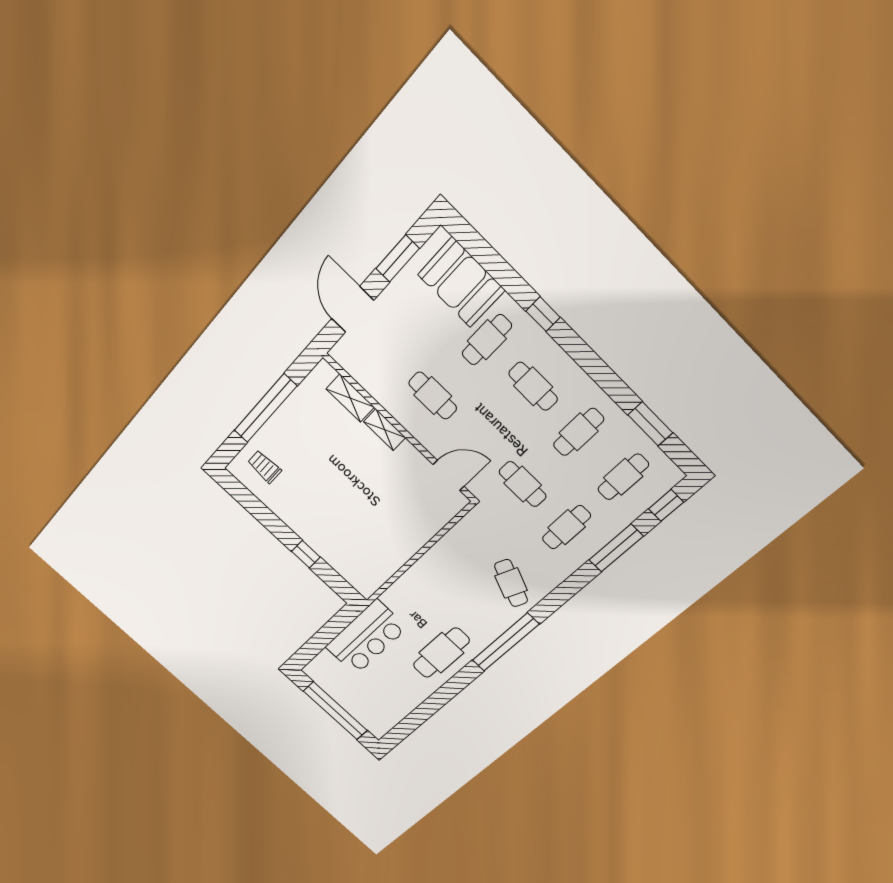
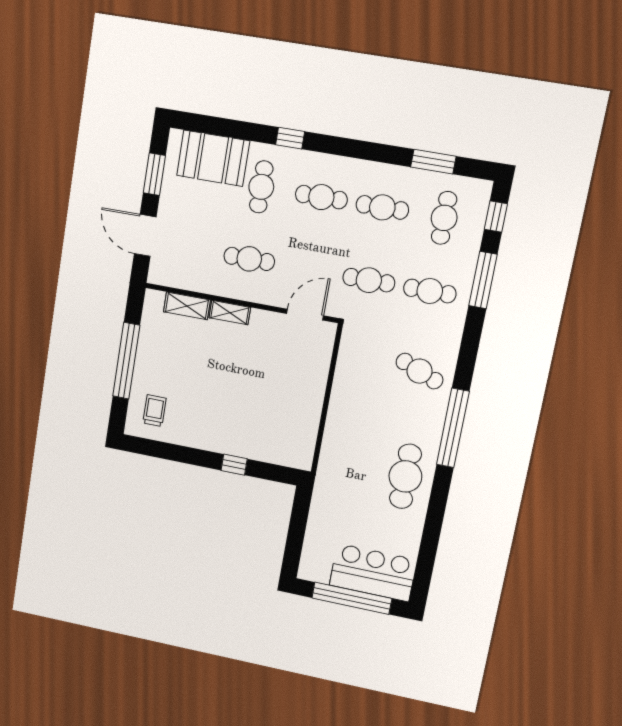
cafe table: (579, 432) -> (382, 207), turned 90
trolley: (264, 467) -> (155, 411), turned 90
cafe table: (566, 527) -> (430, 291), turned 90
bar counter: (366, 637) -> (373, 573), moved, turned -90

